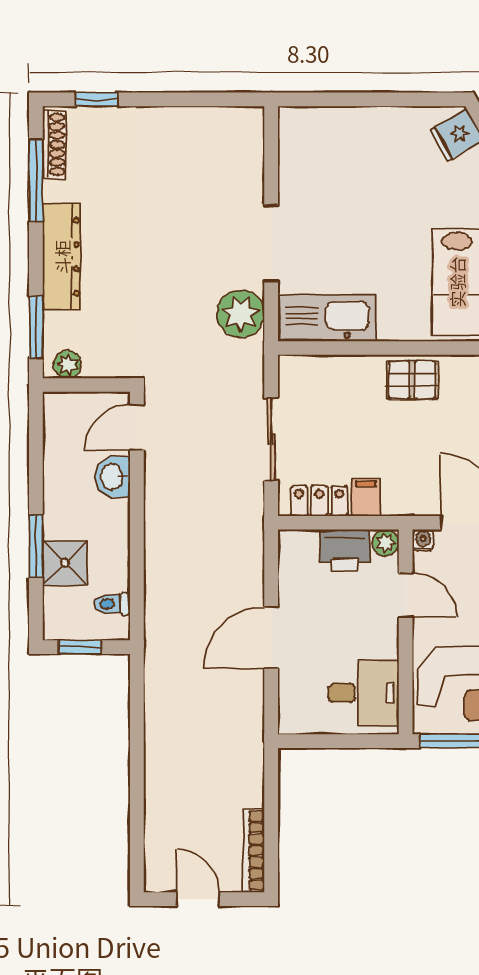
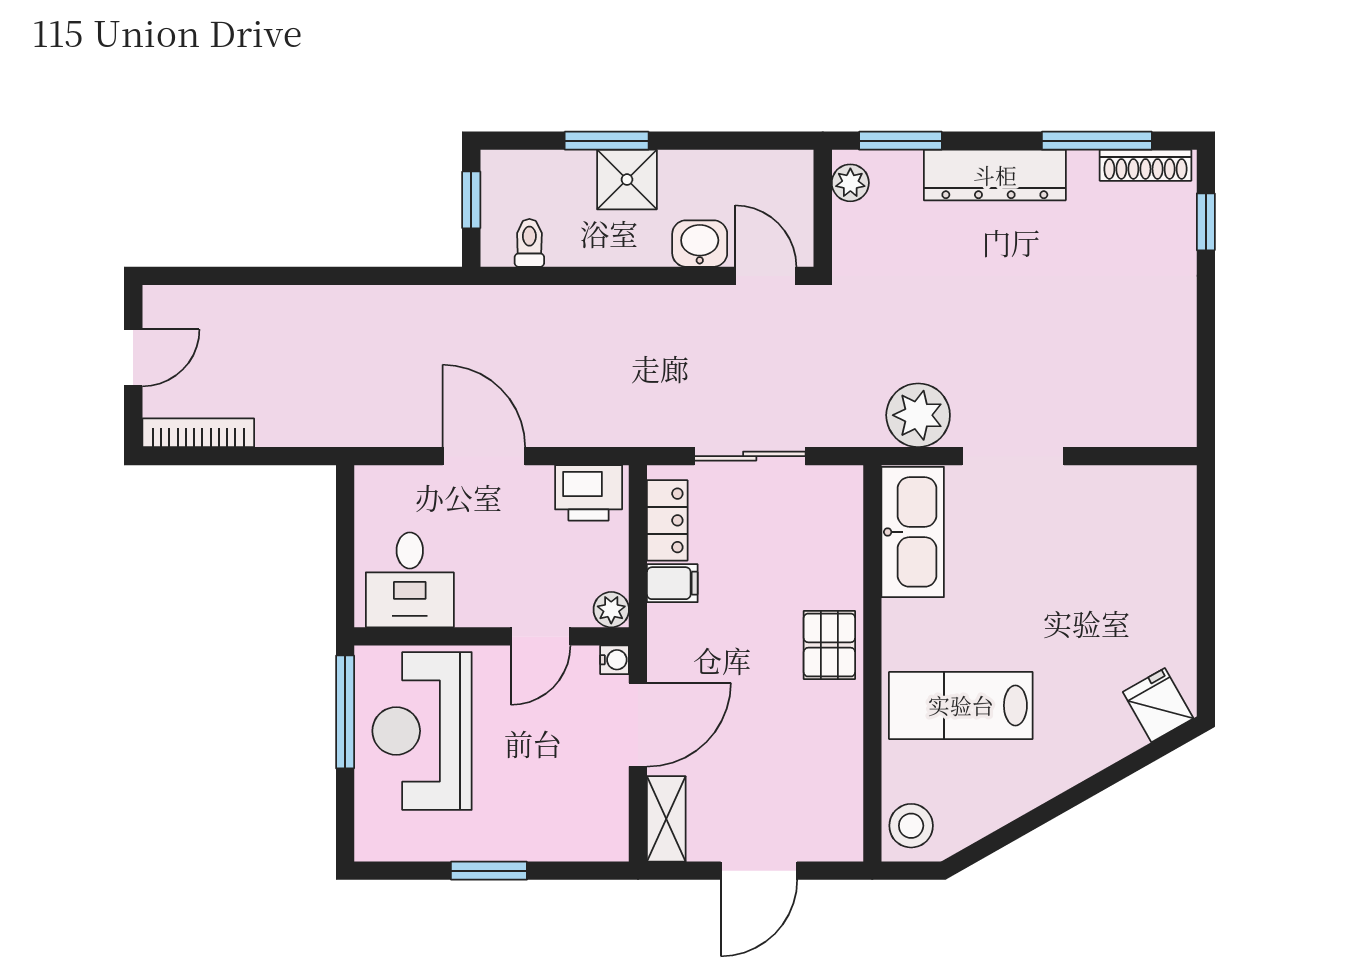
printer: (345, 550) -> (589, 493), moved, turned -90
shower: (65, 563) -> (627, 180), moved

